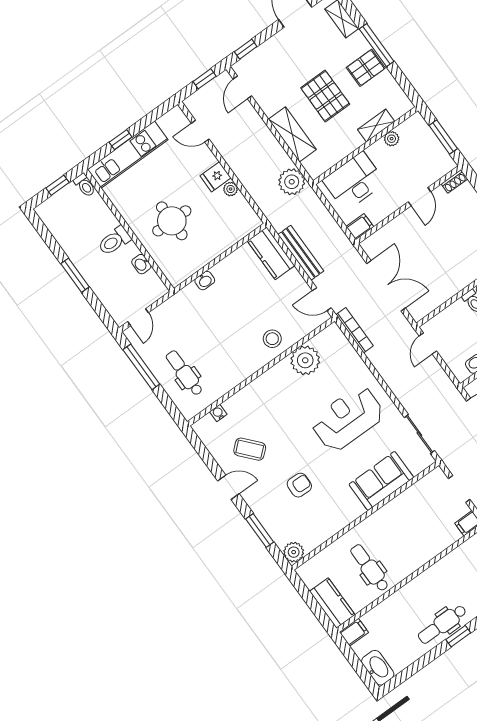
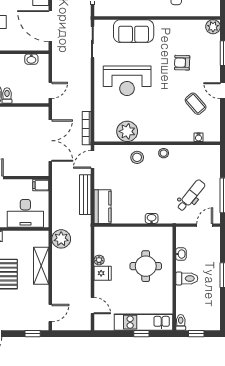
window: (205, 79) -> (68, 334), removed
double door: (386, 286) -> (50, 141), swing flipped
door: (322, 299) -> (92, 159), swing flipped
stool: (245, 366) -> (164, 153), added
dental chair: (184, 373) -> (191, 195), moved, turned -141

